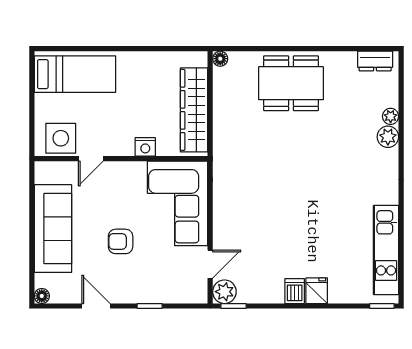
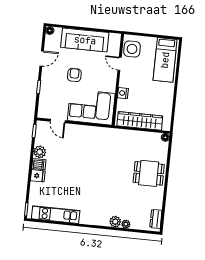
dining table: (291, 83) -> (149, 173), width x0.73
plant: (224, 292) -> (40, 152), moved

